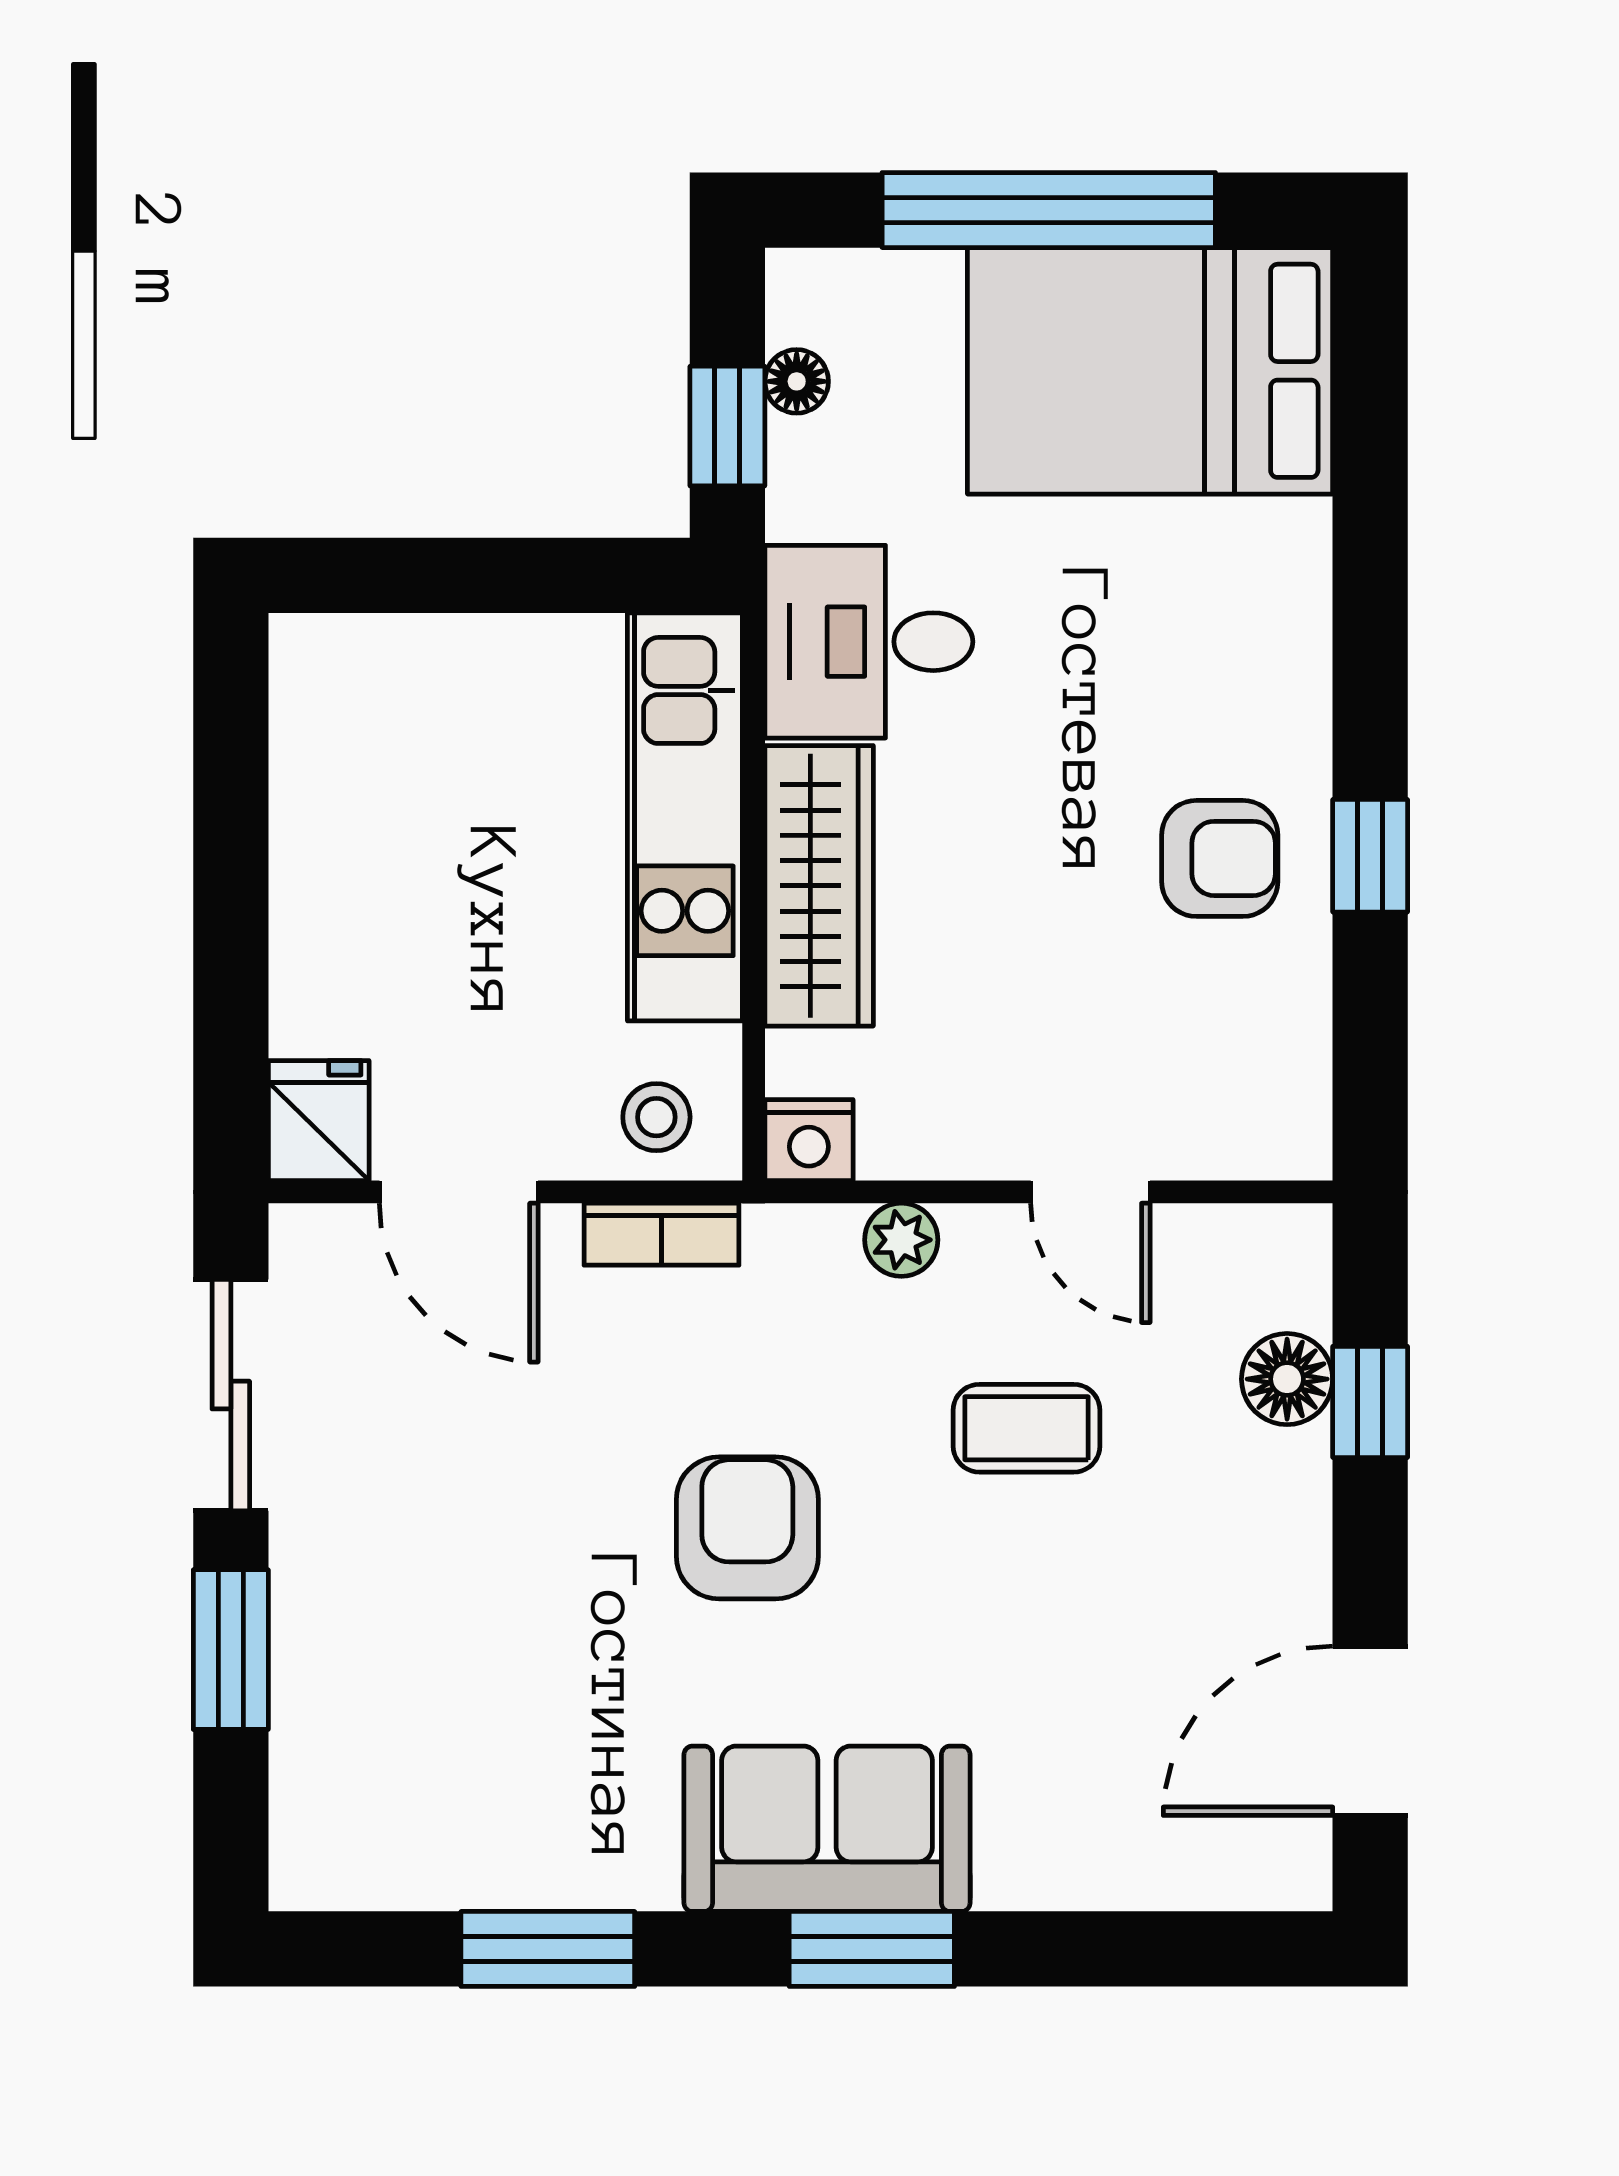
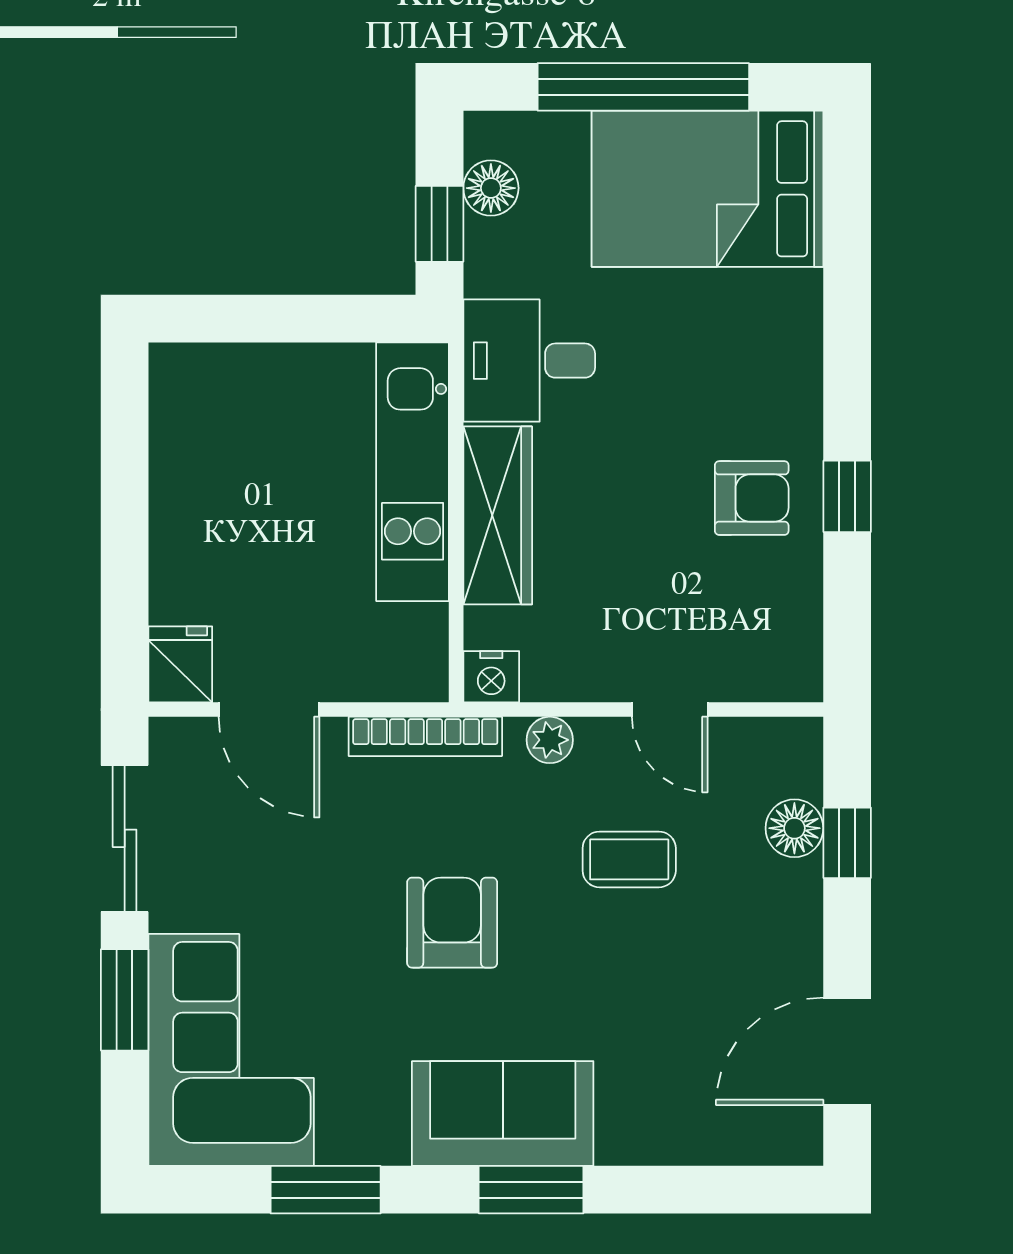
floor lamp: (797, 381) -> (491, 188), width x1.37, depth x1.37
stool: (656, 1117) -> (394, 662), removed
bookcase: (661, 1234) -> (425, 736), width x1.56
corner sofa: (399, 1729) -> (231, 1050), added

